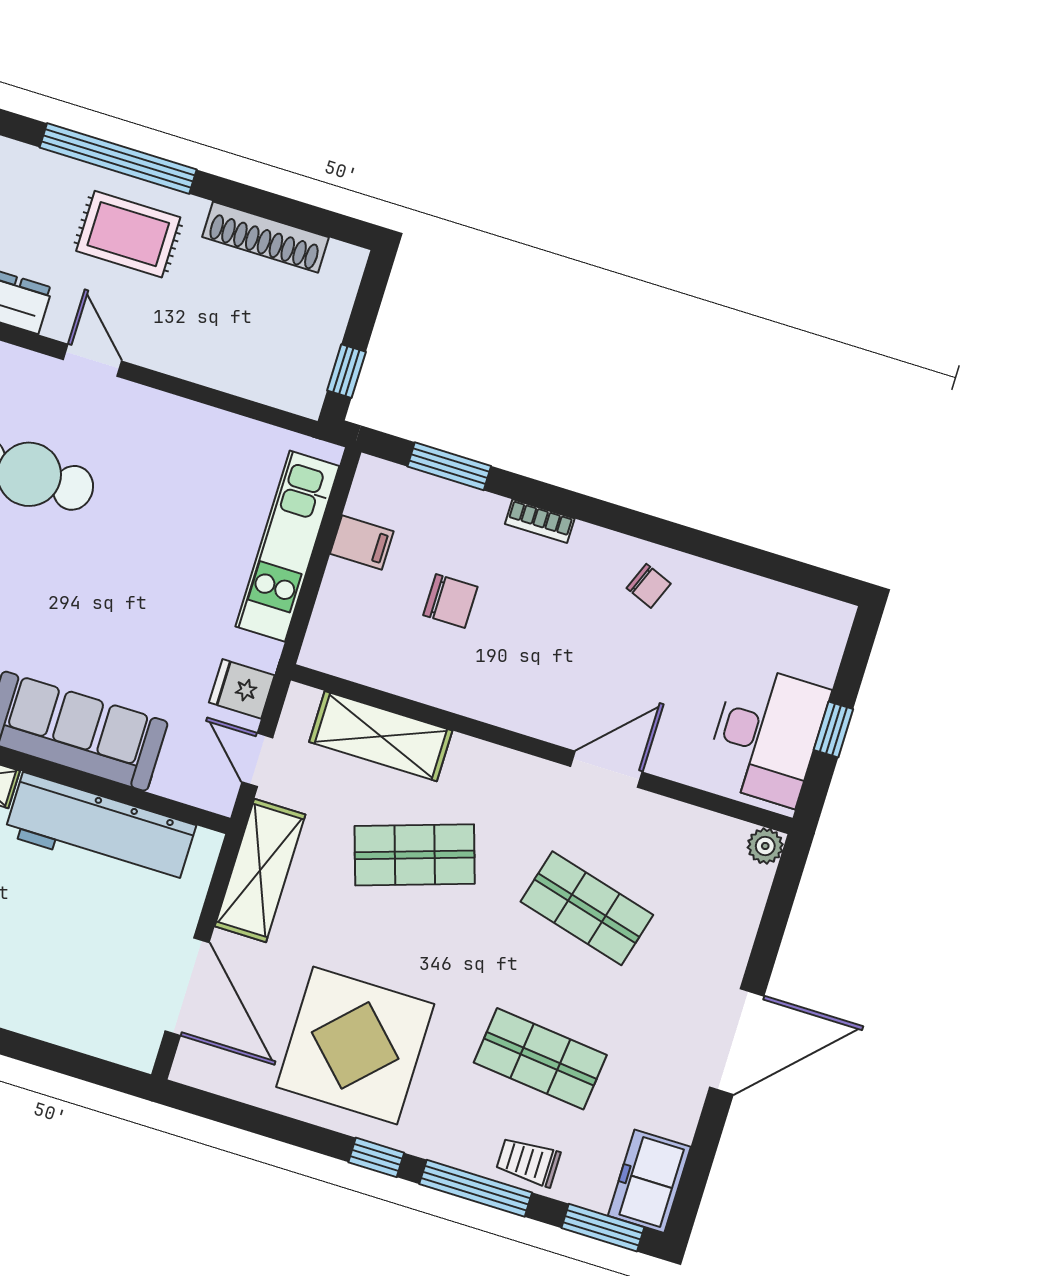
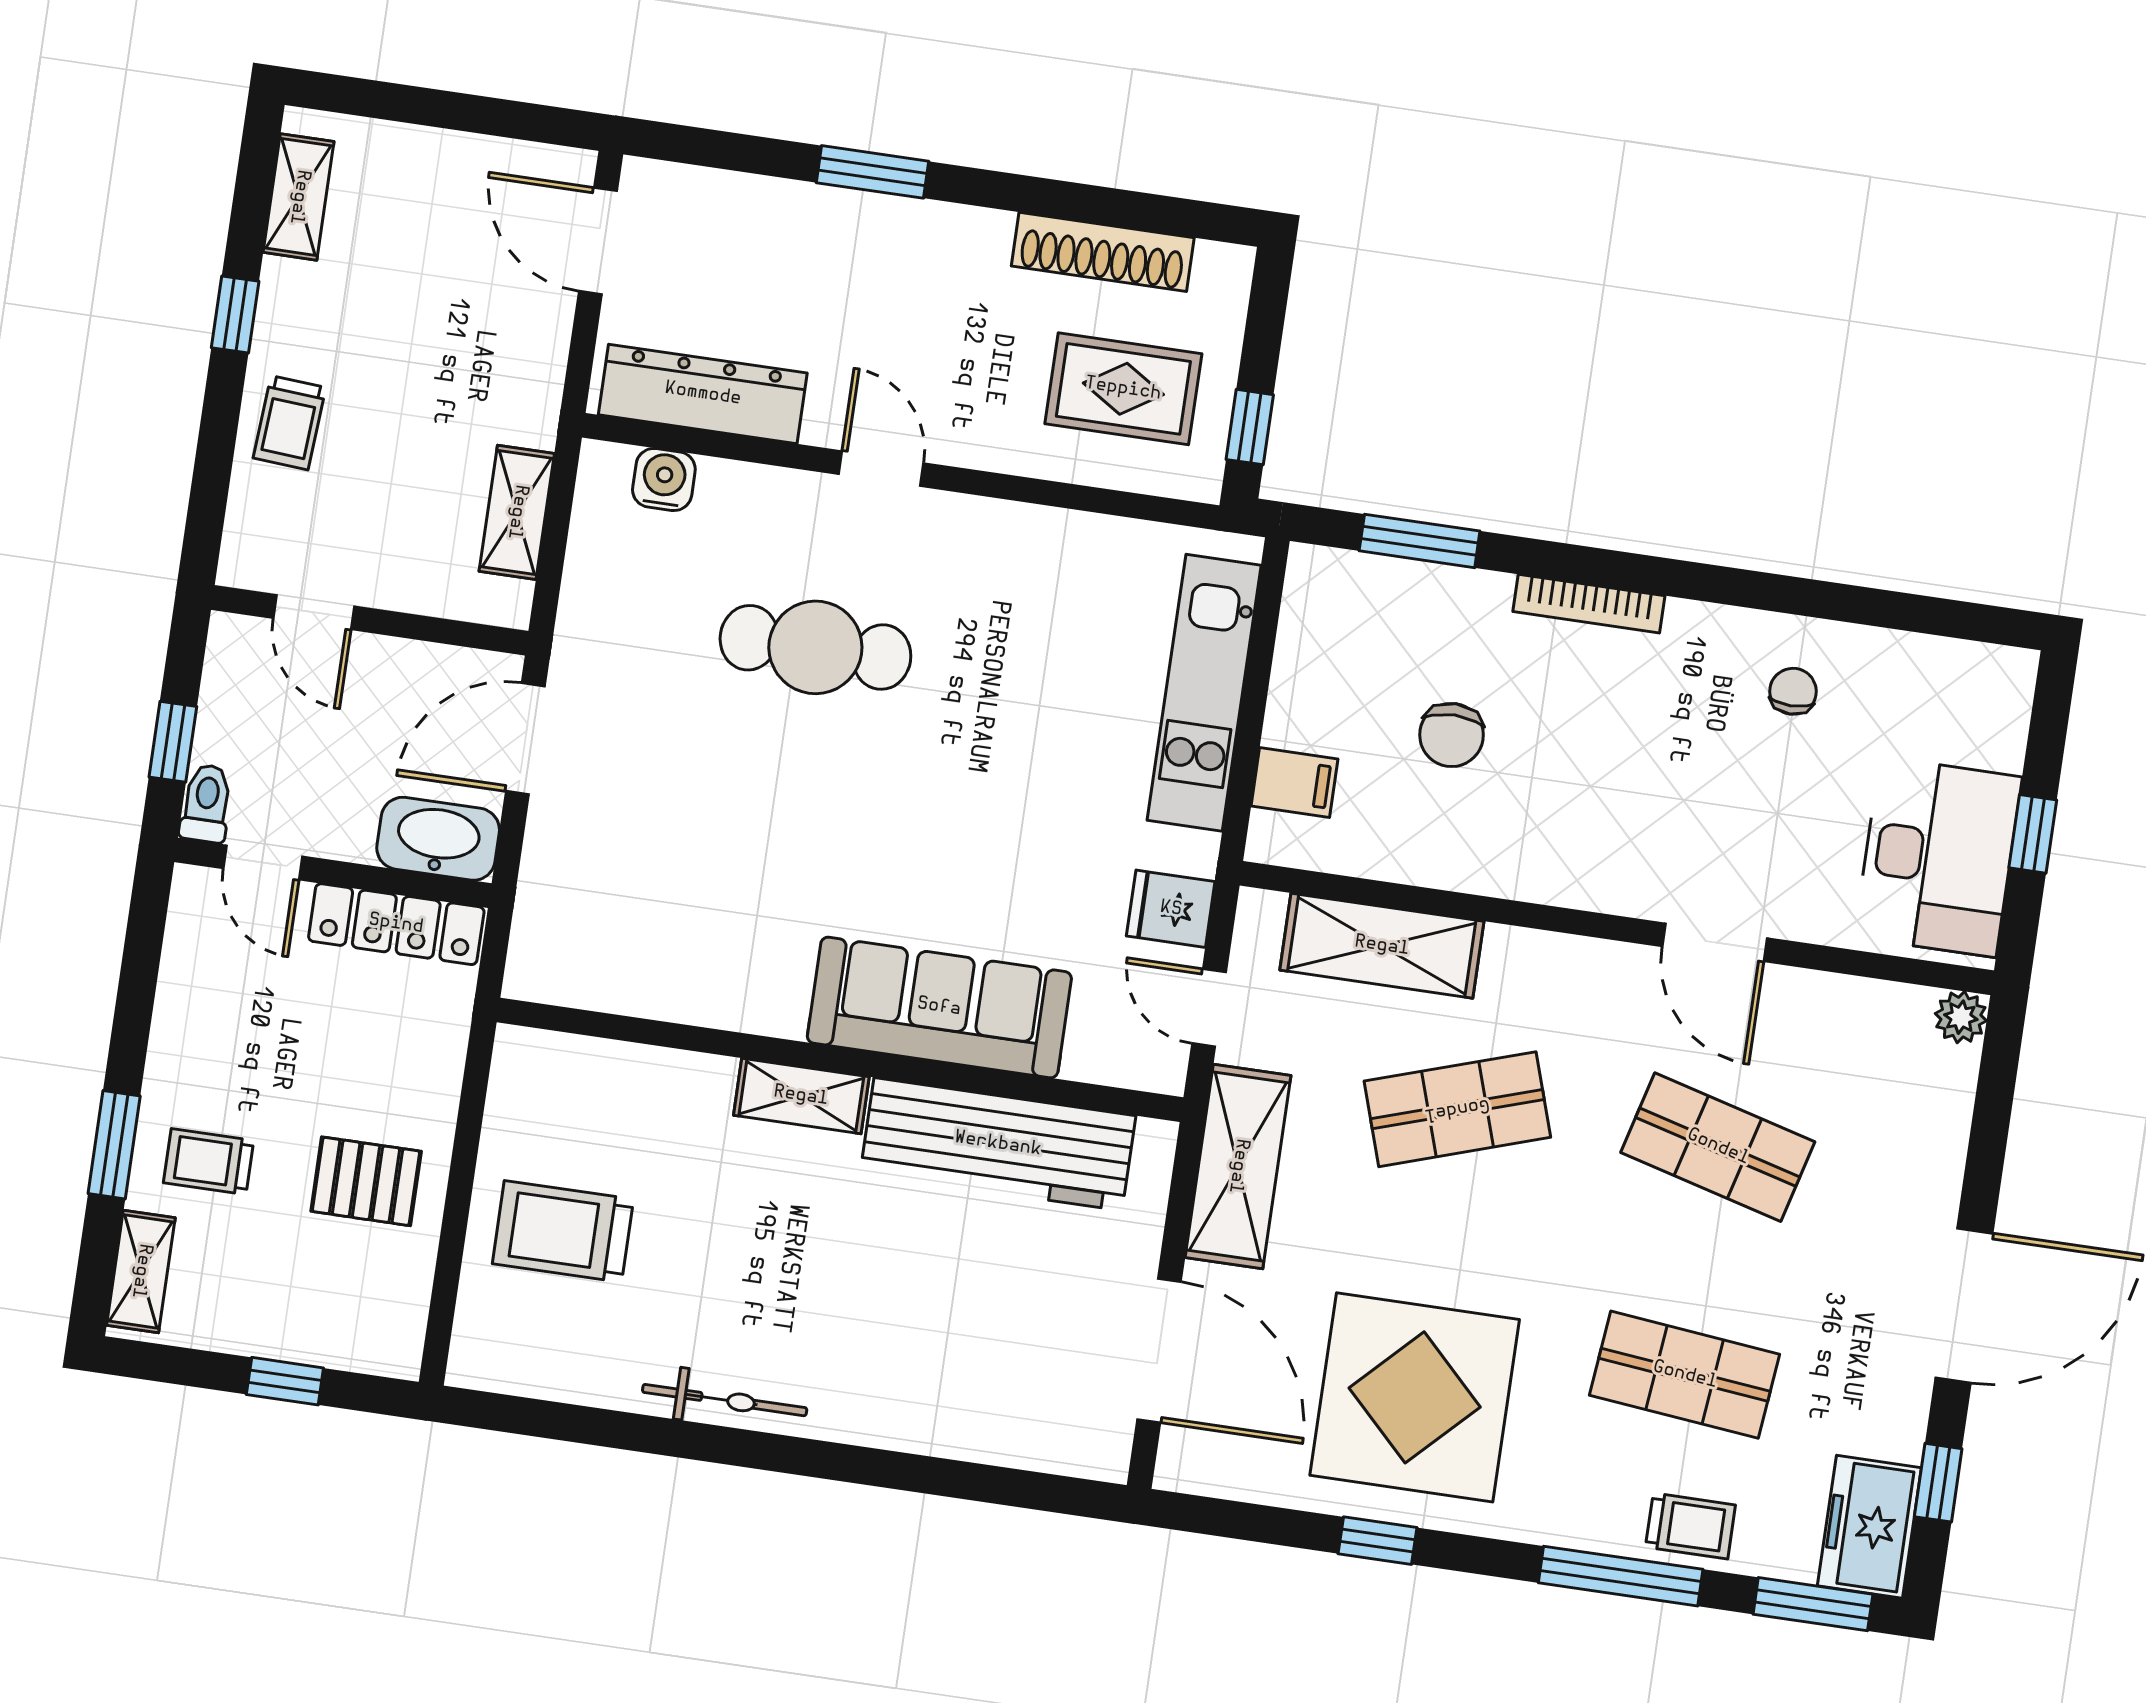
window: (118, 159) -> (873, 172), width x0.47
rug: (128, 234) -> (1123, 389), moved
bookcase: (540, 521) -> (1589, 604), width x1.56
filing cabinet: (362, 543) -> (1294, 782), moved
chair: (649, 586) -> (1793, 691), moved, turned -112
chair: (450, 601) -> (1452, 735), turned 90
door: (606, 769) -> (1715, 942), swing flipped
window: (376, 1157) -> (1377, 1541), moved
window: (700, 1159) -> (1938, 1483), added
trolley: (528, 1162) -> (1690, 1526), turned 180

